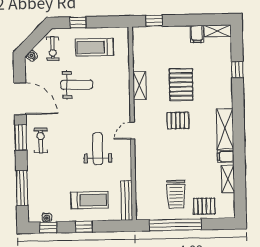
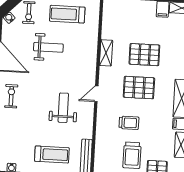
pallet: (181, 84) -> (144, 55), turned 90
pallet: (178, 121) -> (139, 88), width x1.50, depth x1.42
trolley: (170, 159) -> (129, 123), added

